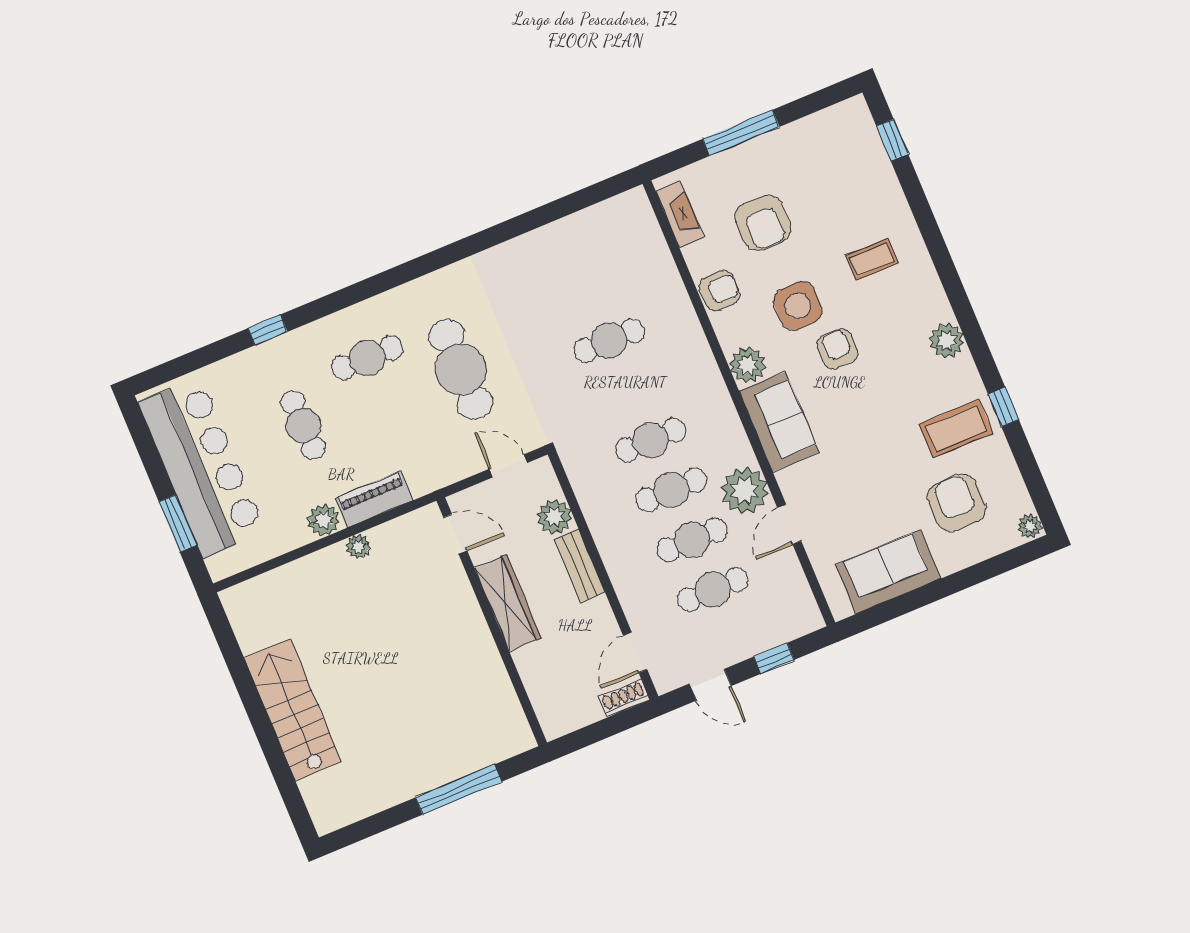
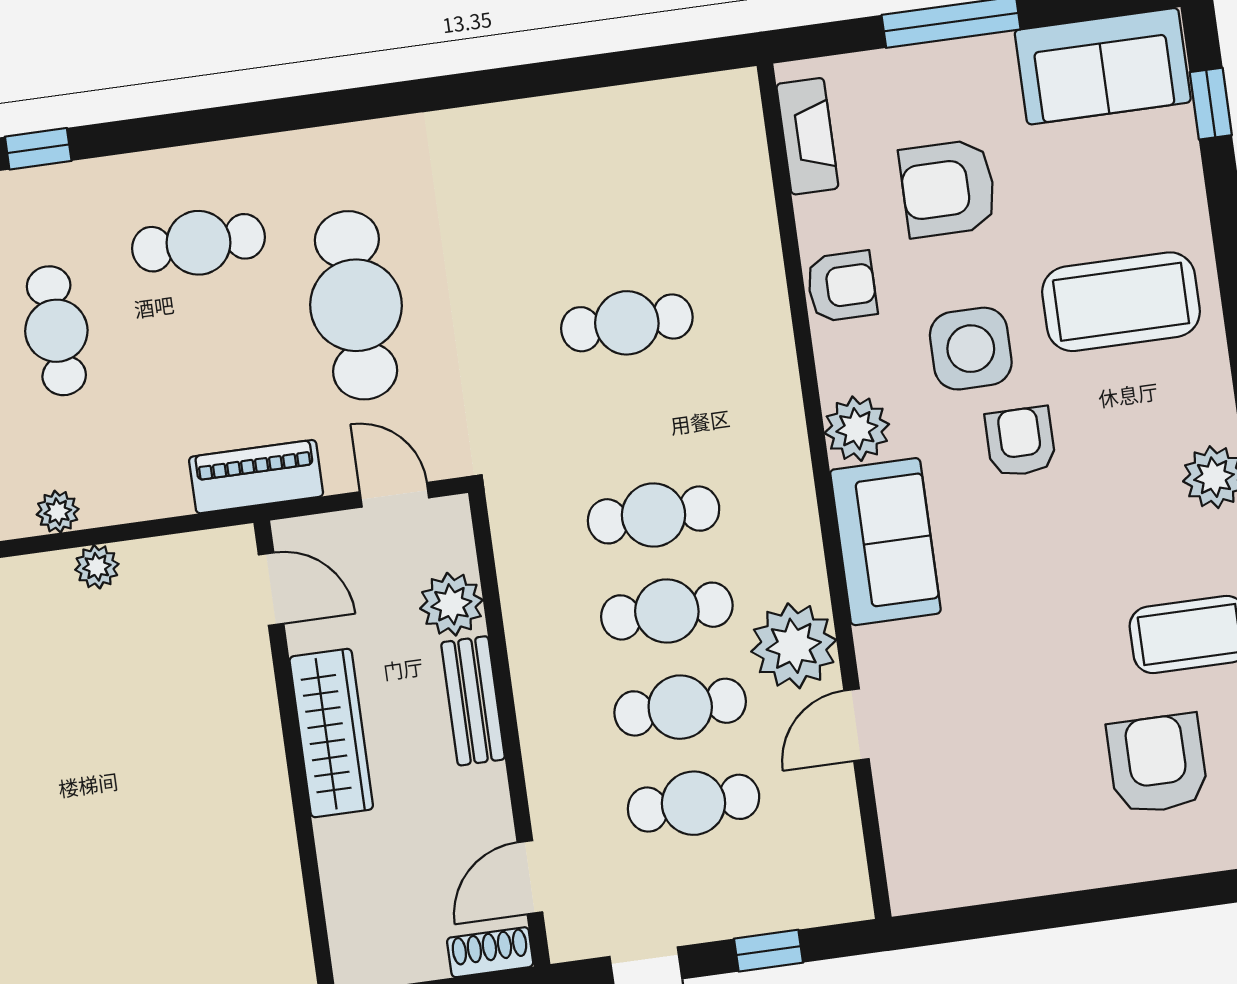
armchair: (763, 223) -> (948, 188), turned 90
coffee table: (872, 259) -> (1121, 302), width x1.86, depth x1.72
piano: (374, 499) -> (256, 477), moved
plant: (324, 520) -> (58, 512), width x0.73, depth x0.73
sofa: (888, 572) -> (1103, 66), moved, turned 180

